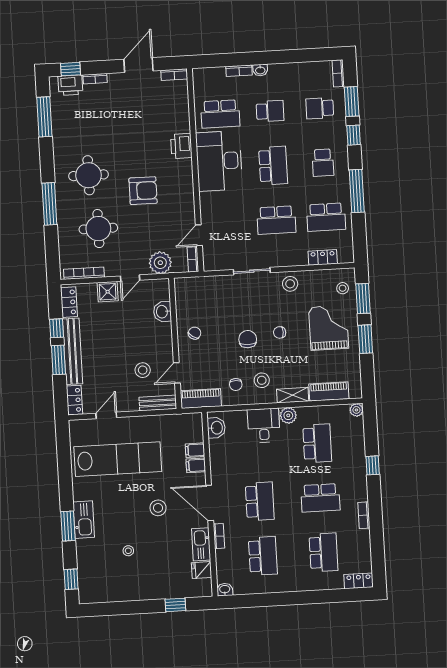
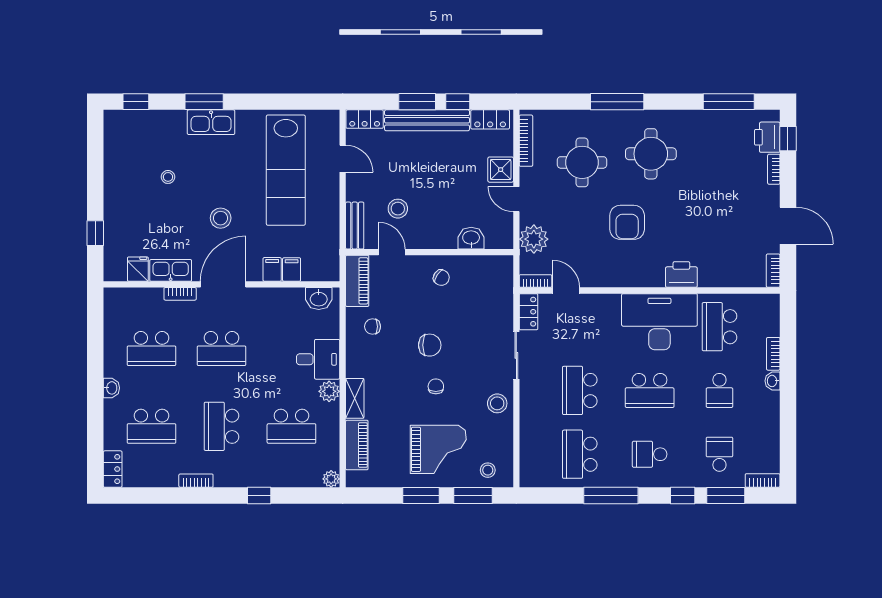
locker: (323, 257) -> (529, 312), moved
stool: (262, 380) -> (376, 360), removed
washbasin: (225, 590) -> (111, 388), moved

